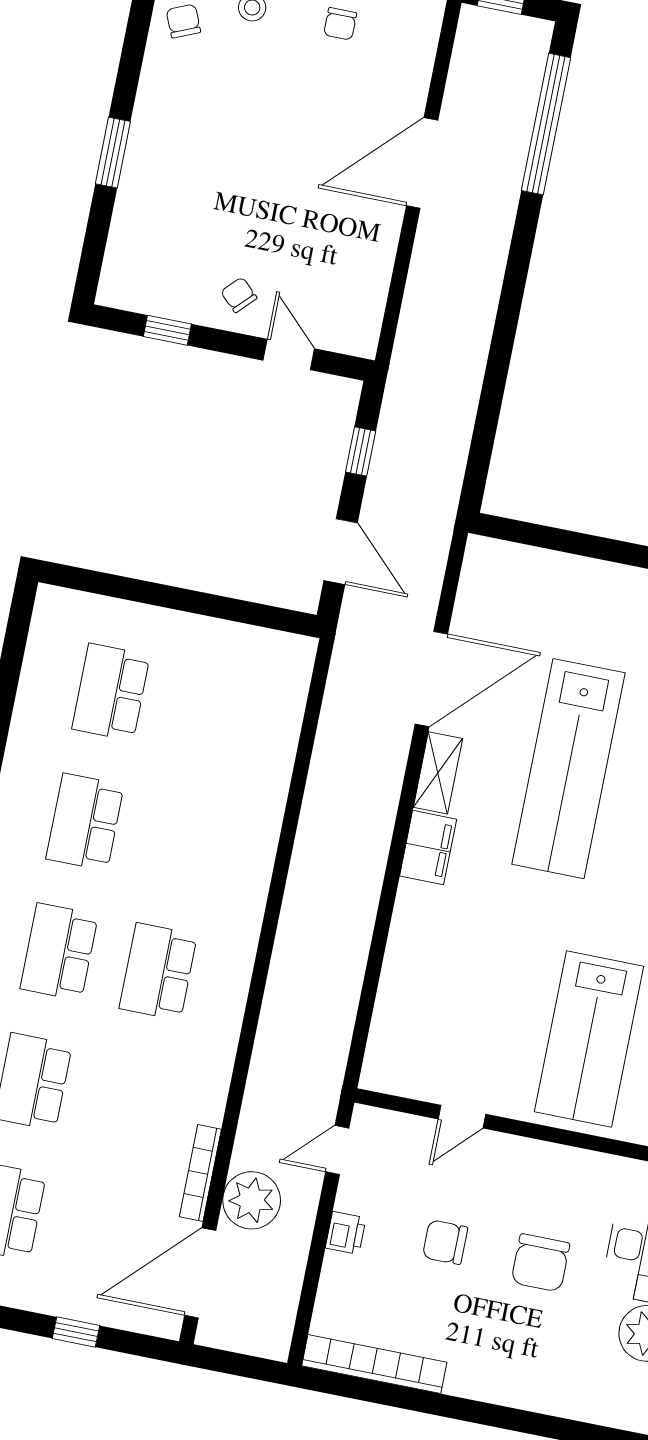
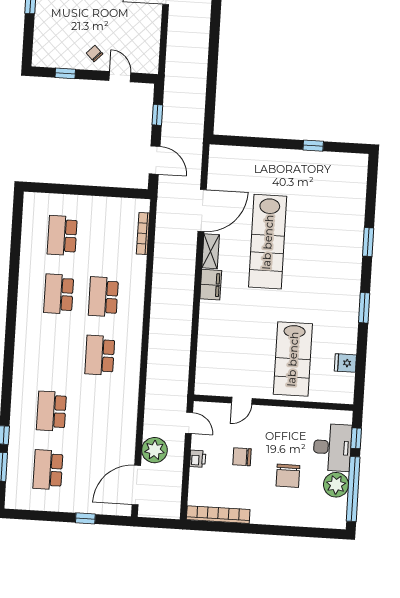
school desk: (59, 952) -> (103, 297), moved
door: (337, 1150) -> (189, 423), swing flipped
bookcase: (200, 1173) -> (143, 234), moved
chair: (540, 1263) -> (288, 476), moved

